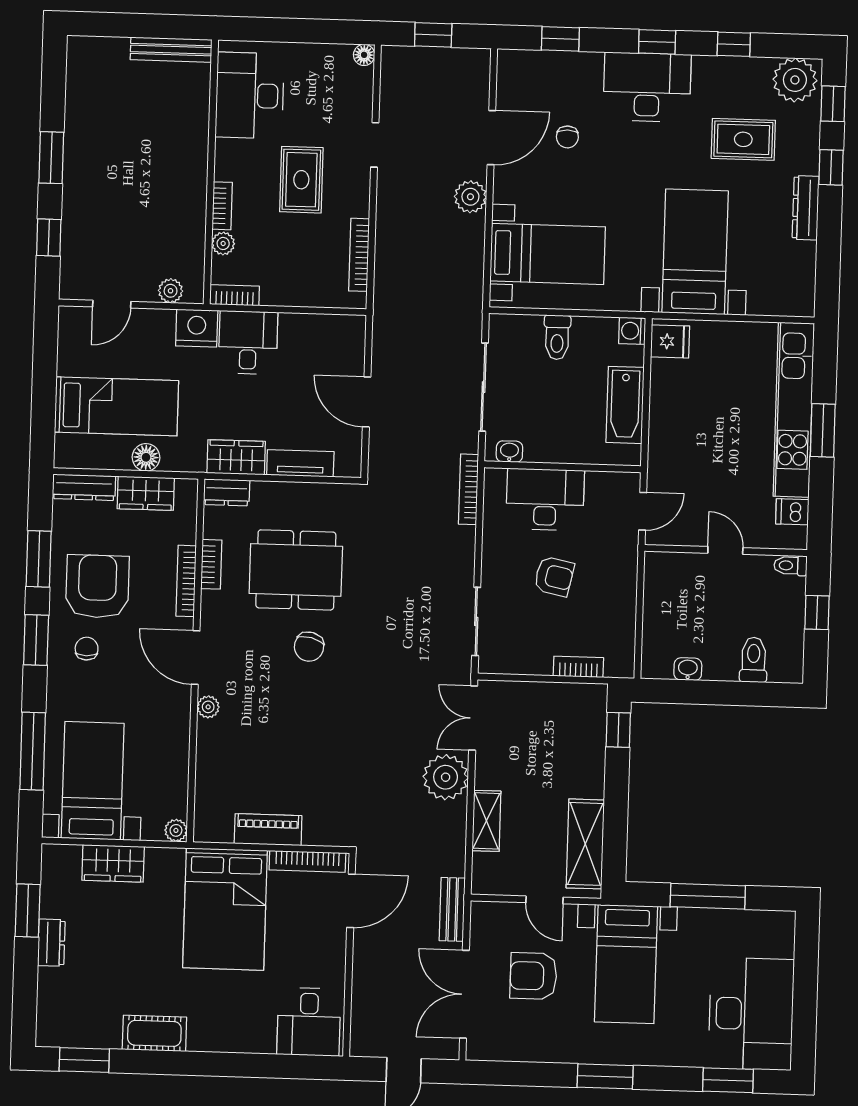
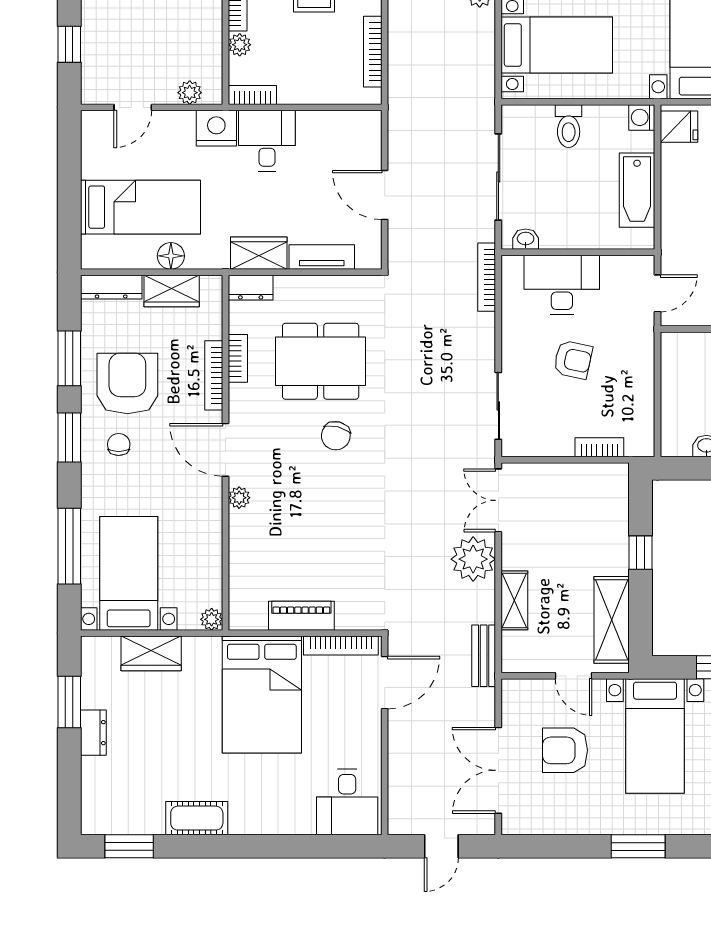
window: (618, 730) -> (640, 553), moved
bench: (452, 909) -> (484, 656), moved

